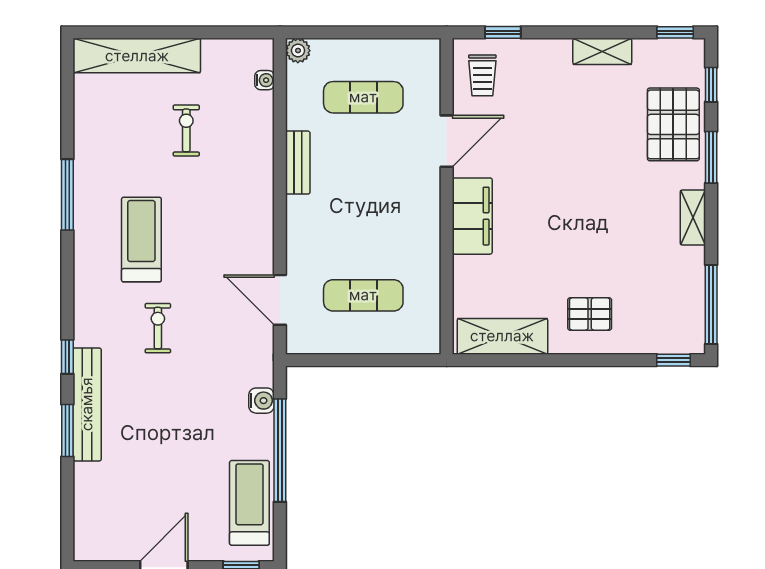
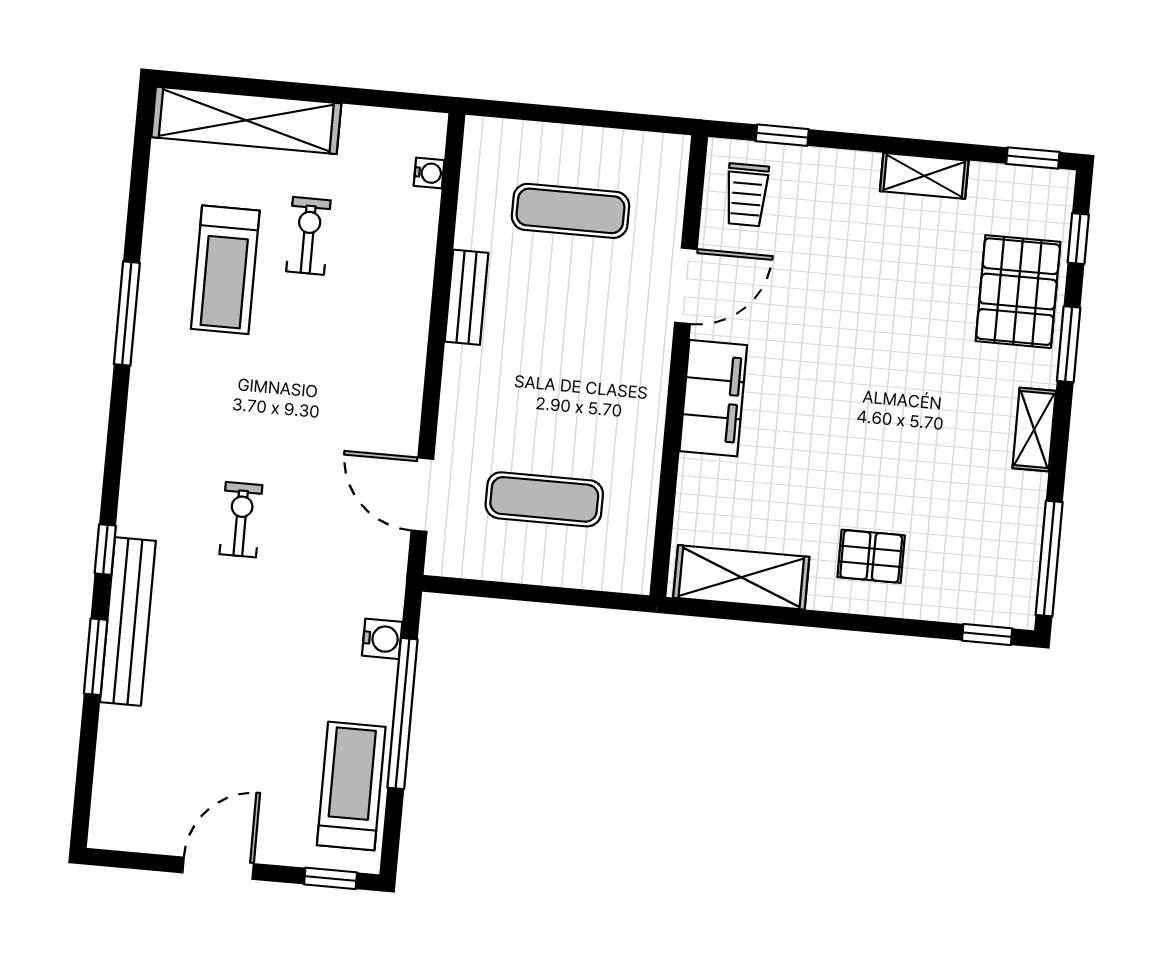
plant: (298, 51) -> (482, 134), removed
treadmill: (141, 240) -> (225, 270), moved, turned 180

